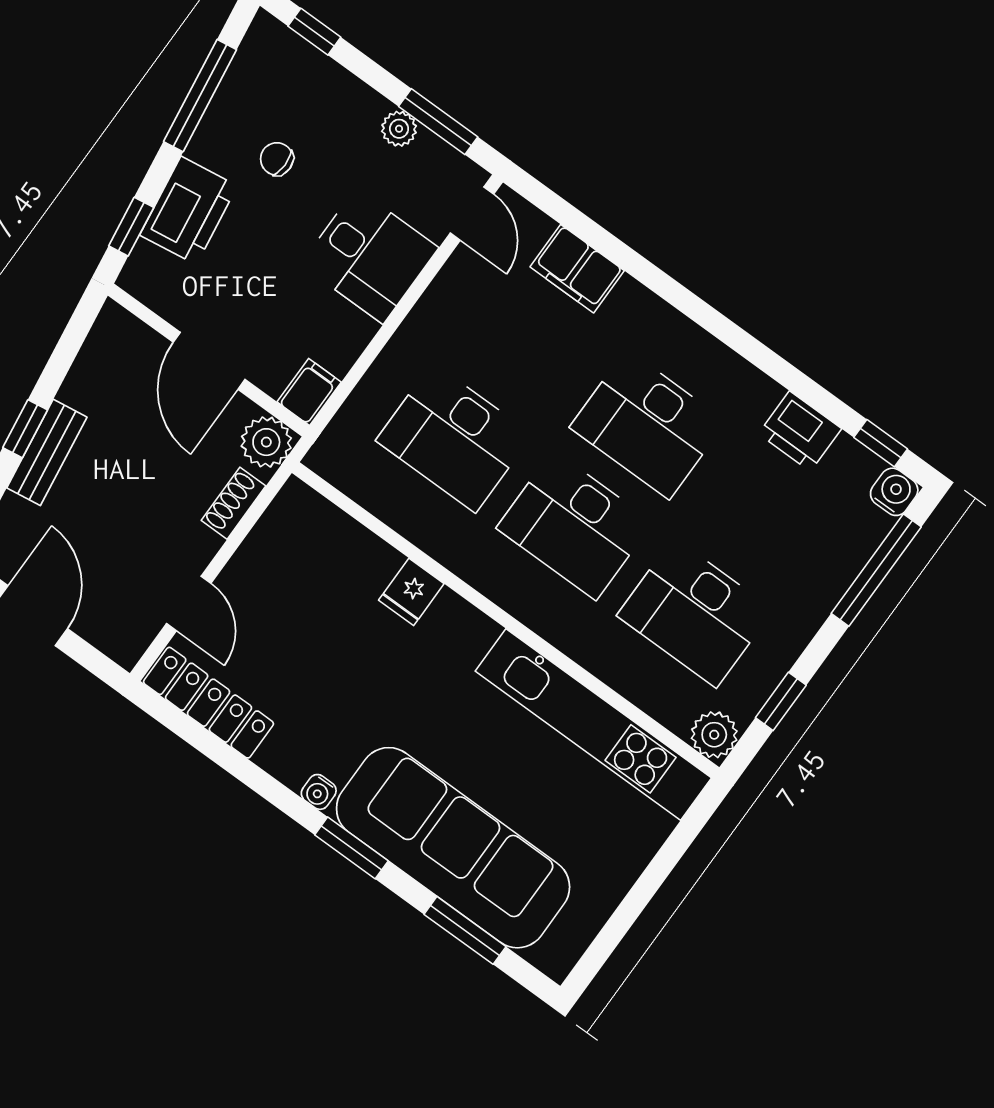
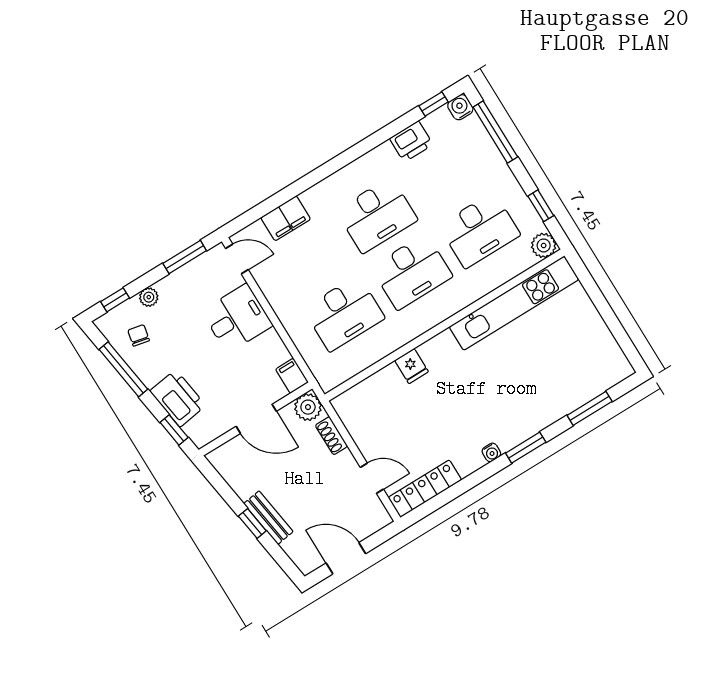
plant: (399, 129) -> (149, 297), moved
chair: (277, 159) -> (139, 335), moved, turned 102
sofa: (453, 848) -> (546, 397), removed

